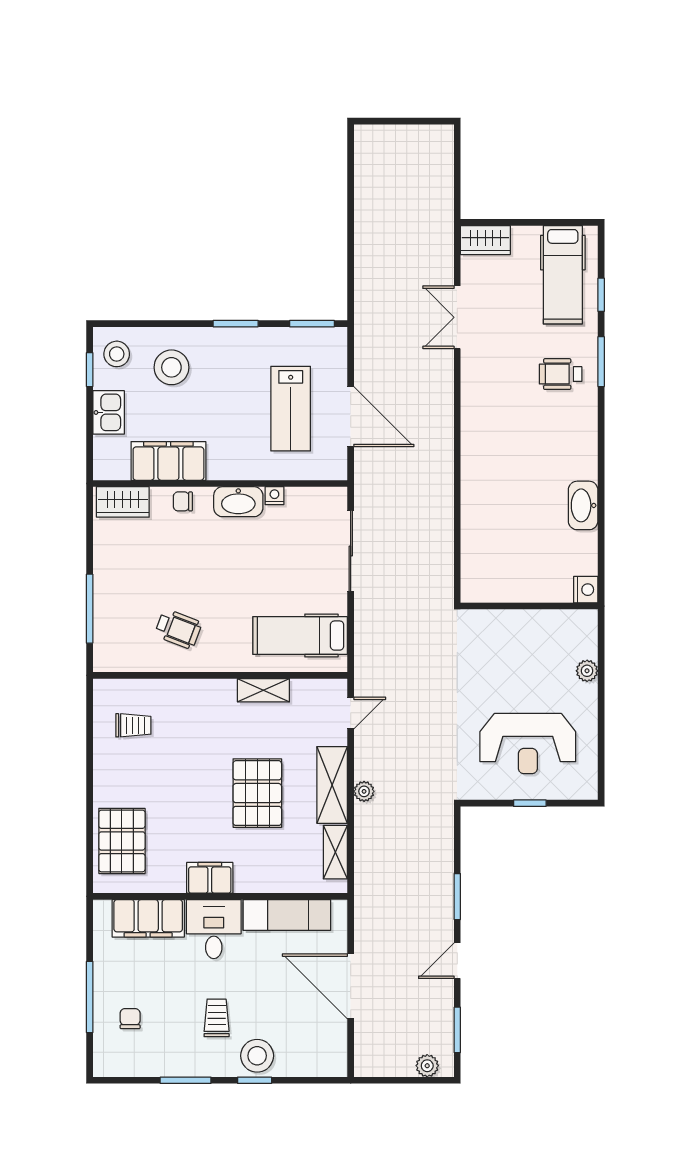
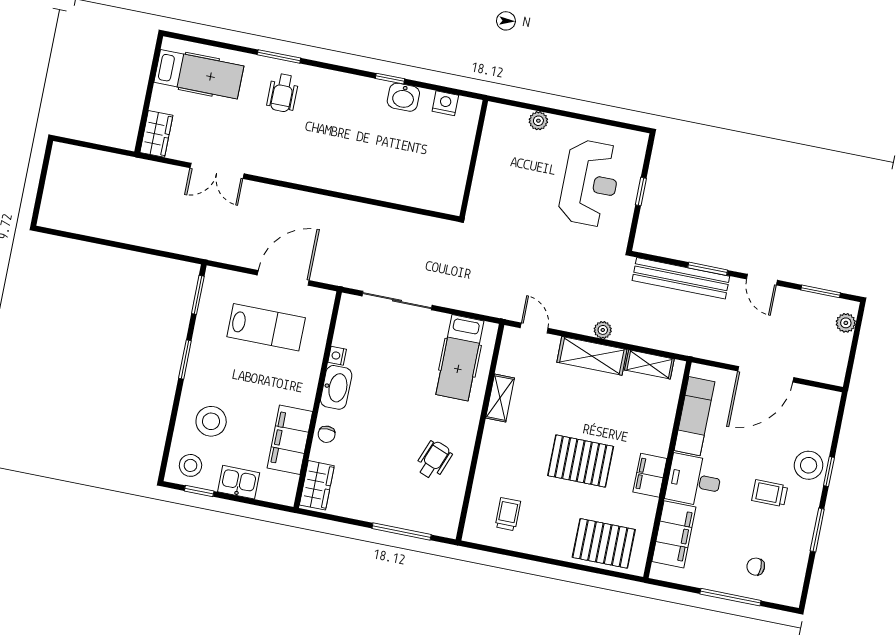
window: (601, 295) -> (390, 79), moved
washbasin: (583, 505) -> (403, 97), width x0.72
nightstand: (586, 590) -> (445, 103), moved
pallet: (257, 793) -> (581, 461), moved
bench: (440, 868) -> (681, 278), added

